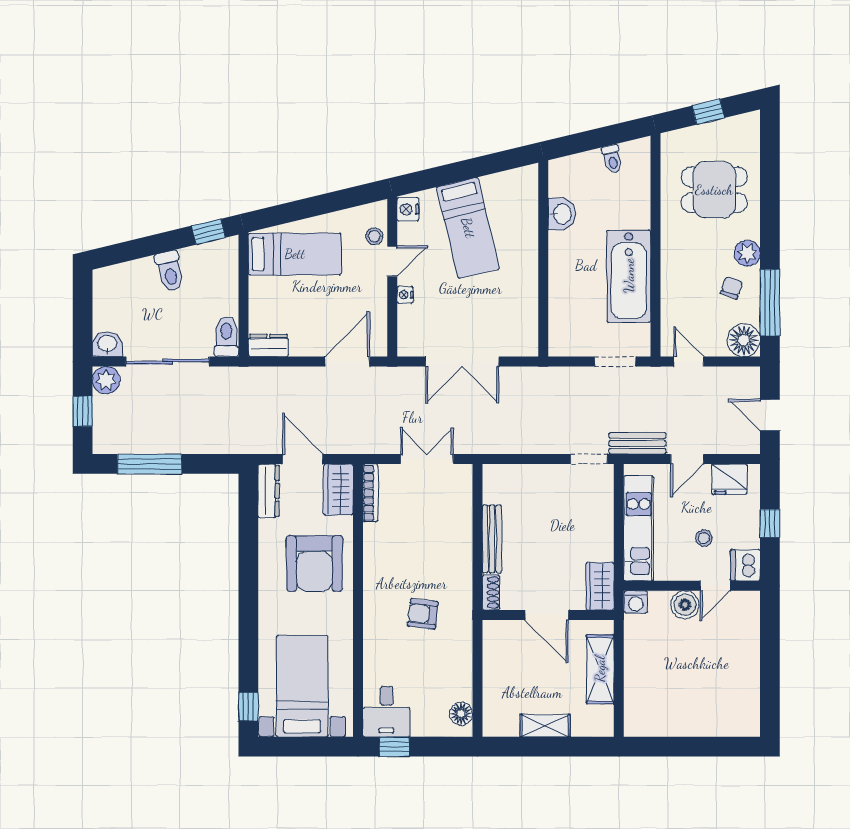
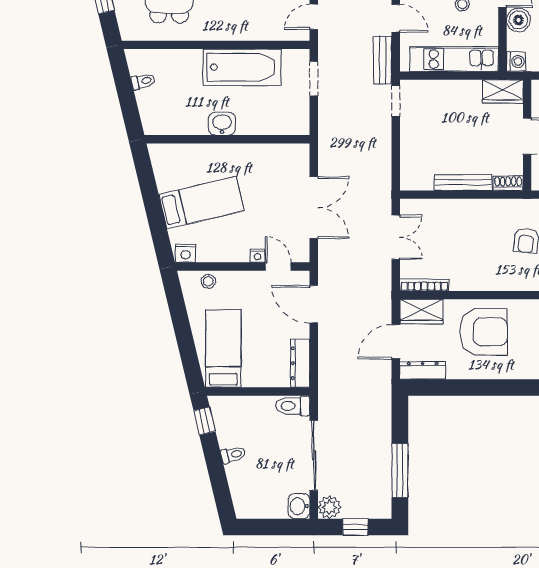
washbasin: (562, 214) -> (222, 124), moved
door: (392, 261) -> (278, 266), moved
toilet: (170, 271) -> (233, 455), width x0.73, depth x0.72
dresser: (268, 345) -> (300, 363), width x1.44
double door: (427, 459) -> (396, 237), swing flipped

